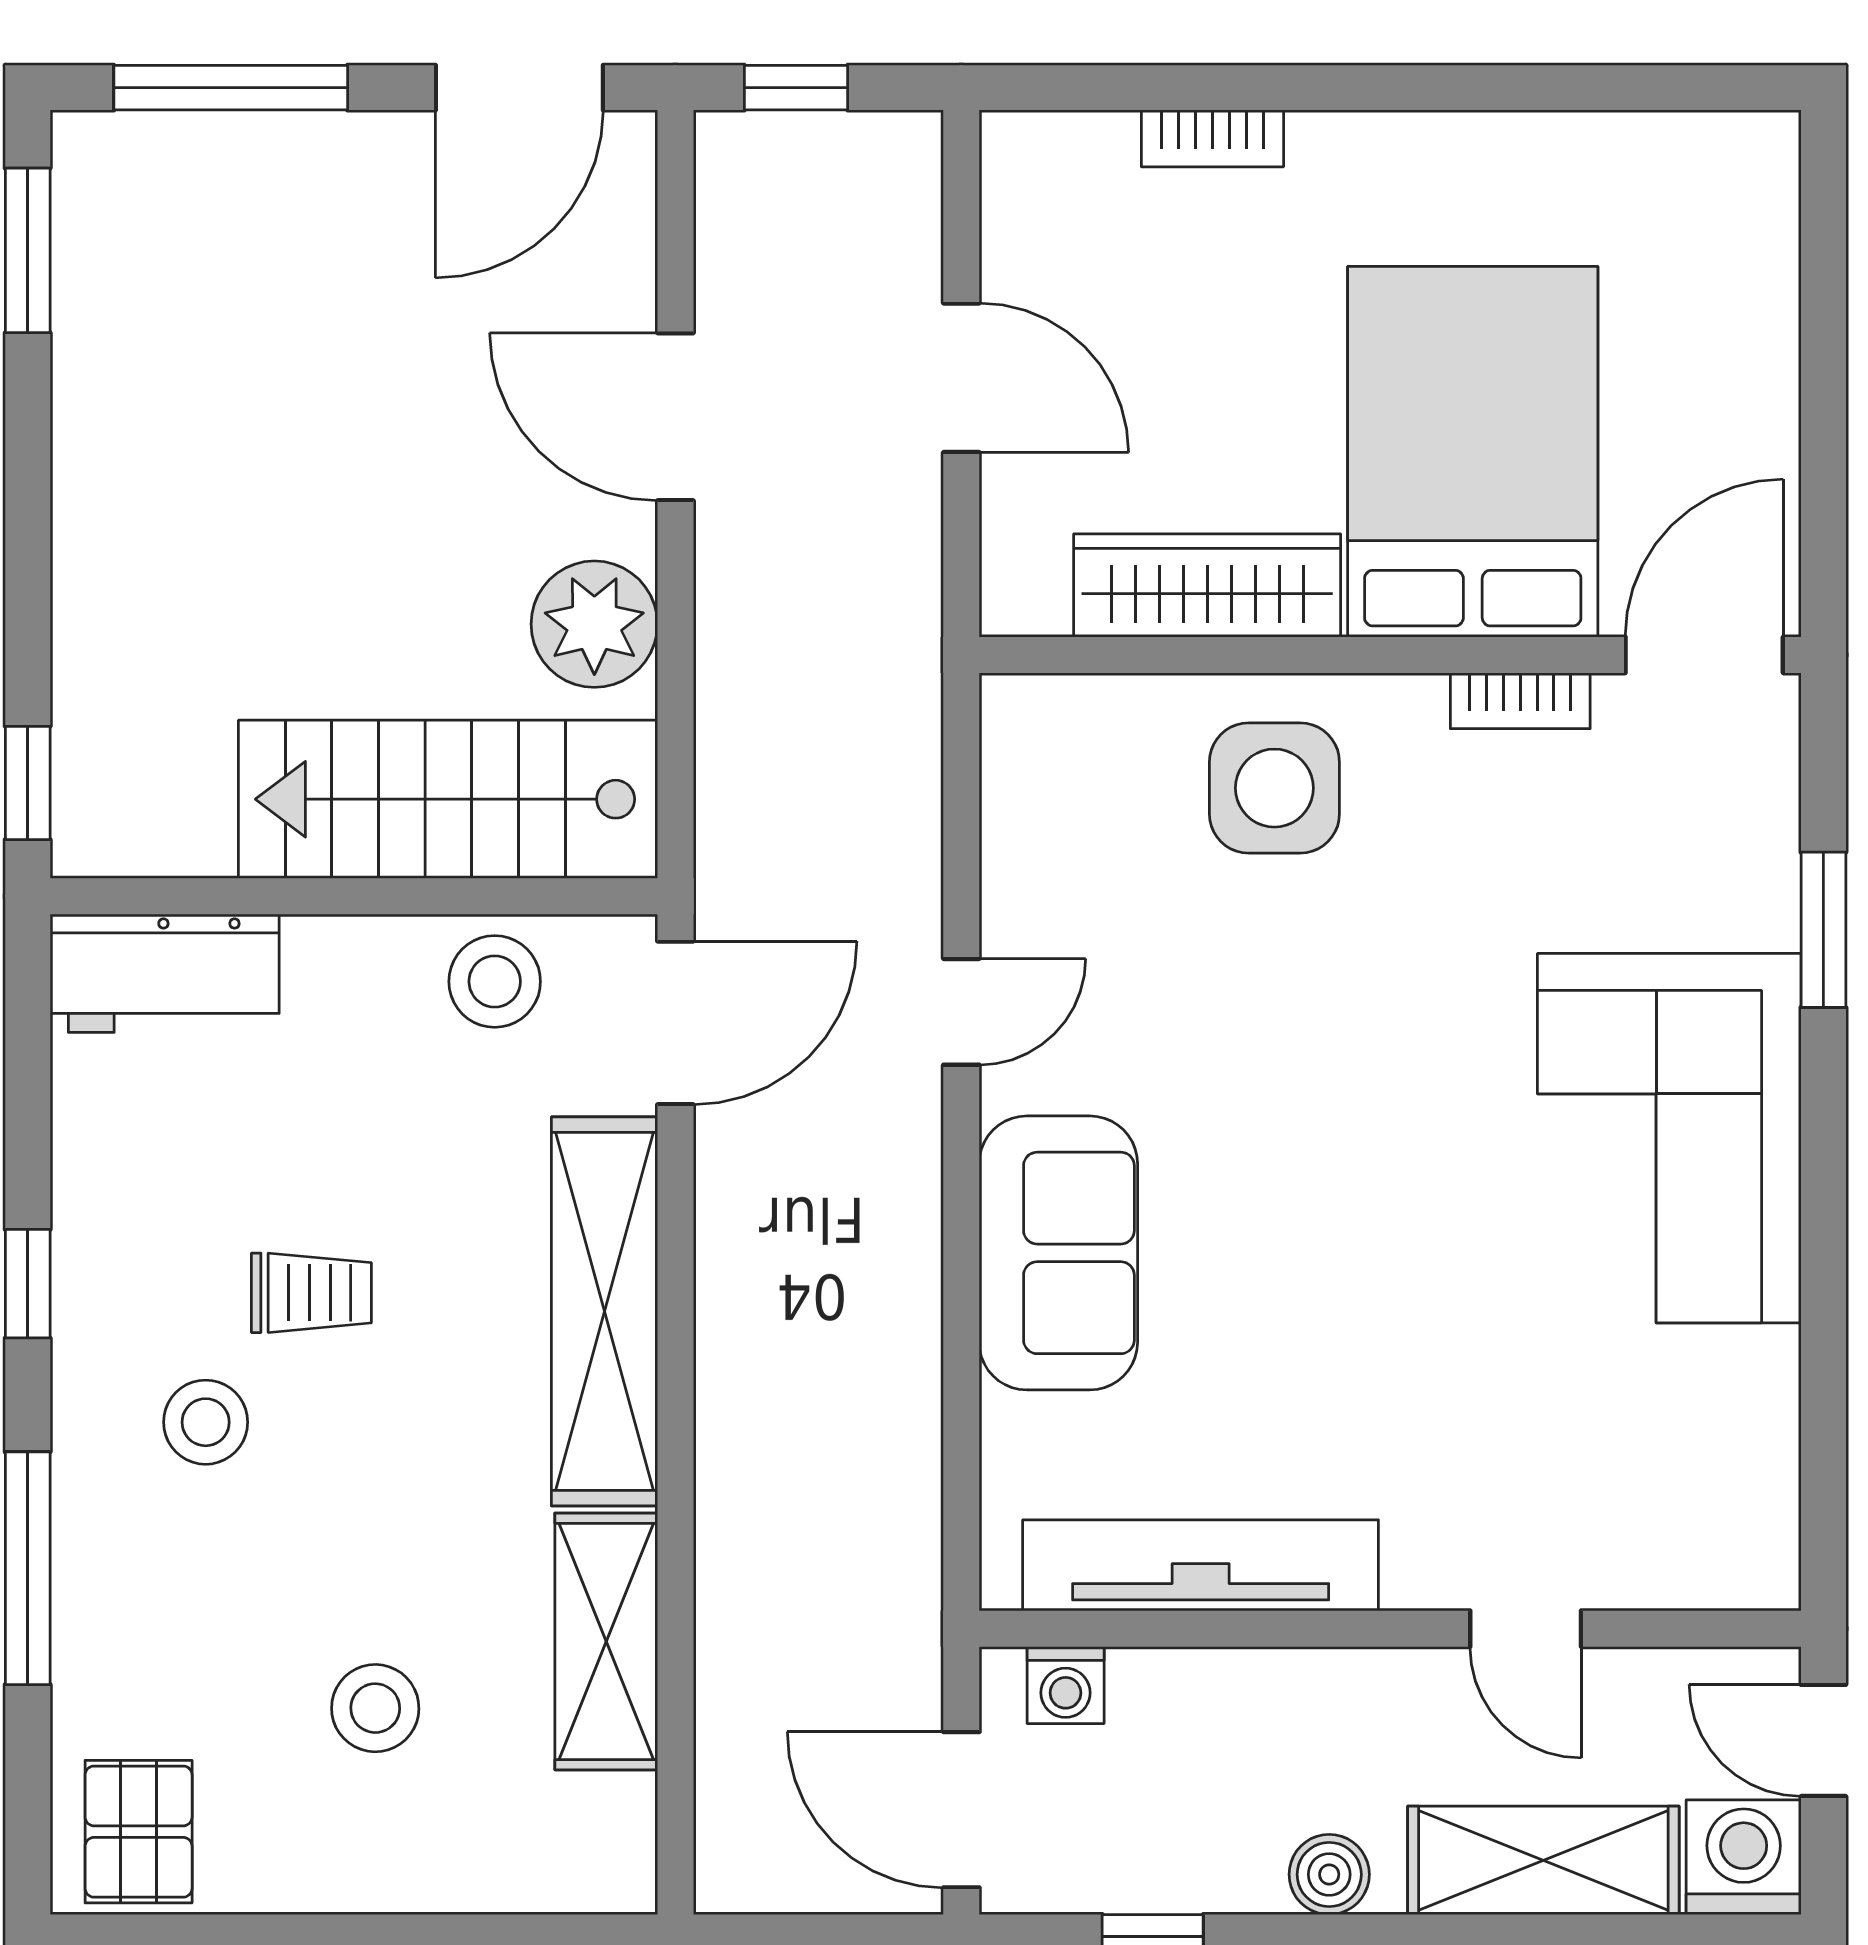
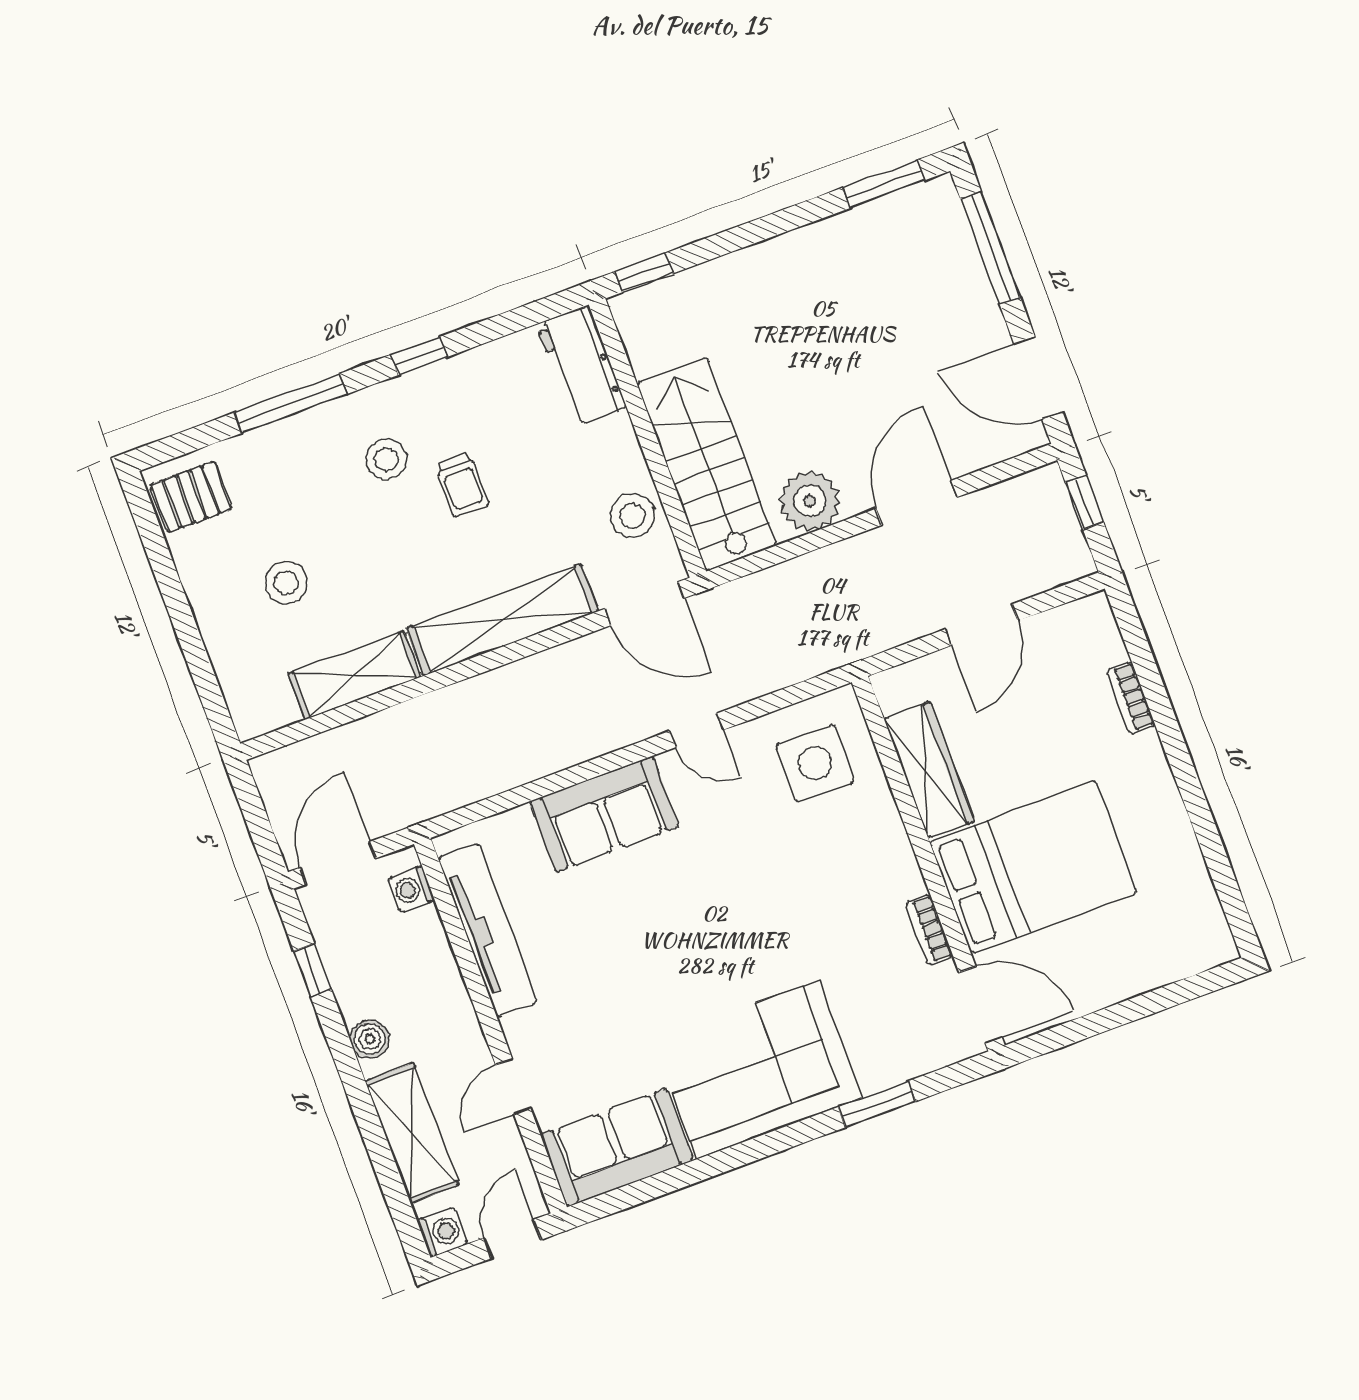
side table: (1274, 788) -> (815, 763), moved
sofa: (1720, 1470) -> (616, 1148), added
washing machine: (1744, 1857) -> (442, 1232), width x0.73, depth x0.73

